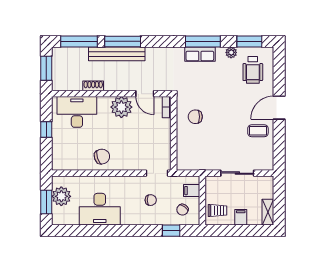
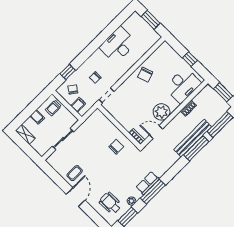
plant: (61, 196) -> (146, 31), removed

